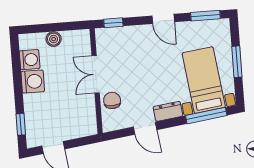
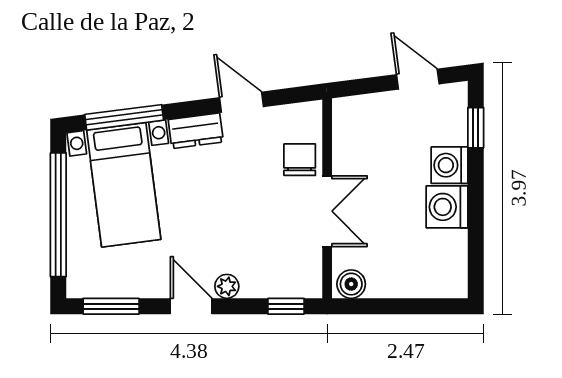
plant: (145, 31) -> (227, 286), added
boiler: (54, 39) -> (351, 284), moved
washing machine: (30, 60) -> (450, 165), moved
window: (237, 62) -> (58, 215), width x2.11
chair: (112, 100) -> (300, 160), turned 180

